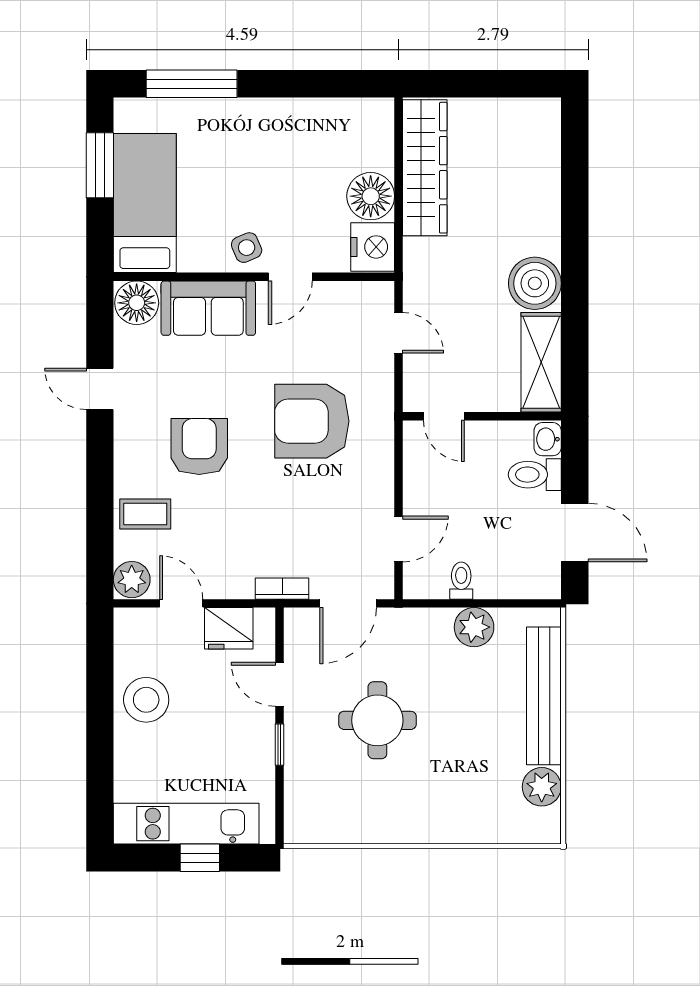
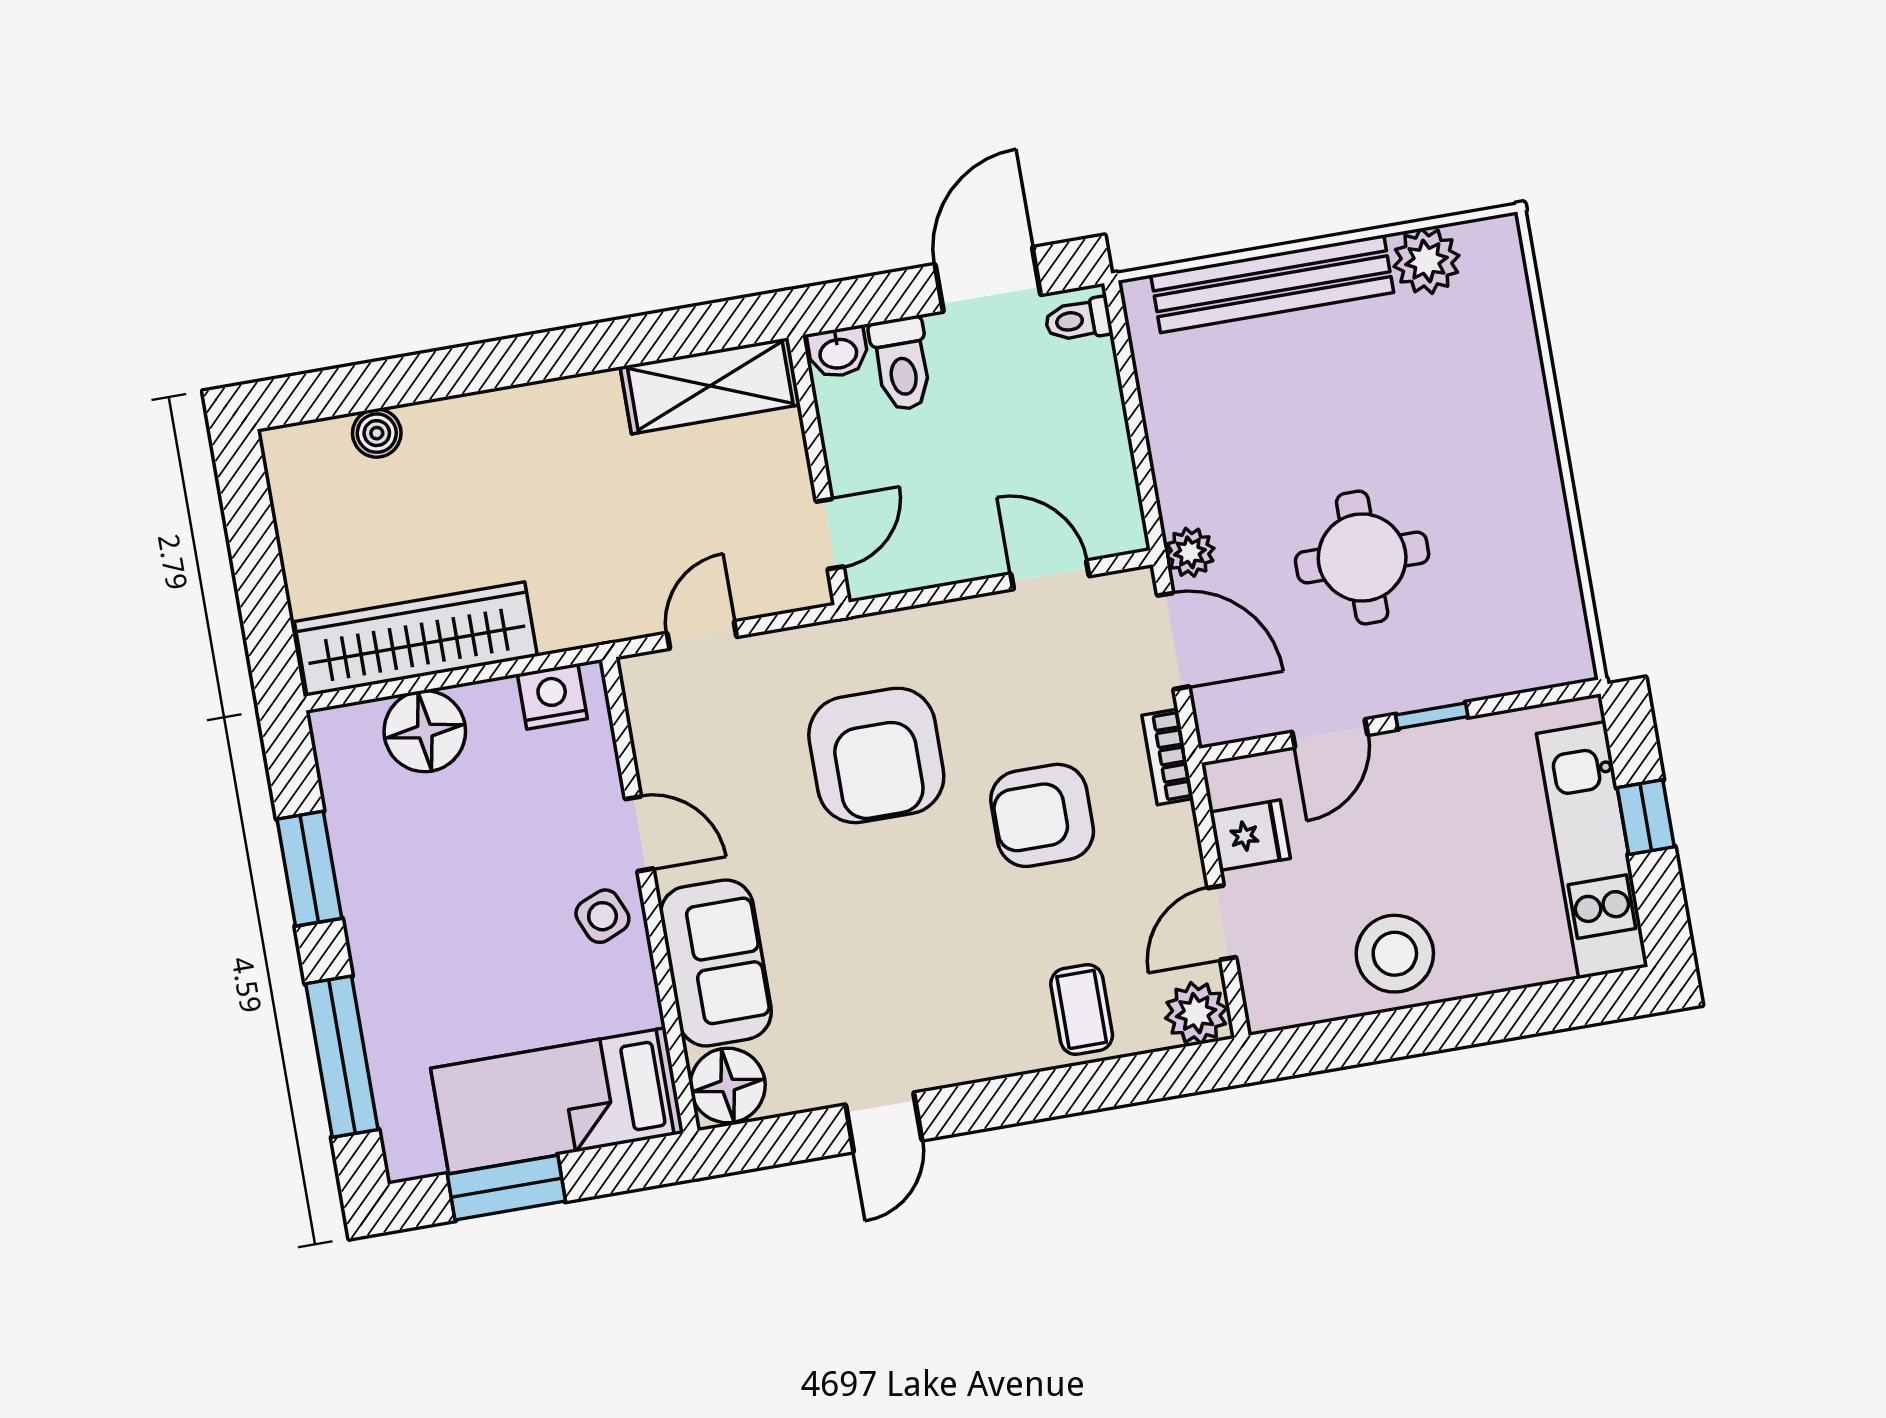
window: (303, 84) -> (309, 869), added
floor lamp: (371, 196) -> (425, 731), moved
nightstand: (373, 247) -> (552, 696), width x0.74, depth x0.75
boiler: (535, 283) -> (377, 433), moved, width x0.54, depth x0.54
armchair: (199, 447) -> (1042, 815), moved
toilet: (461, 581) -> (1078, 320), moved
plant: (474, 627) -> (1190, 552), moved, width x0.73, depth x0.73
fridge: (229, 628) -> (1250, 835), width x0.72

